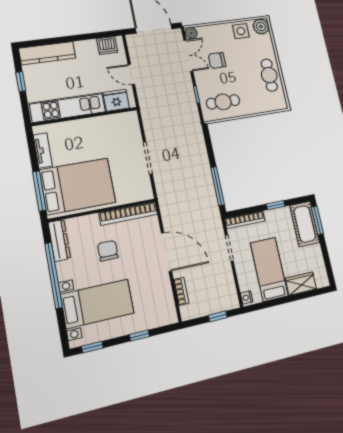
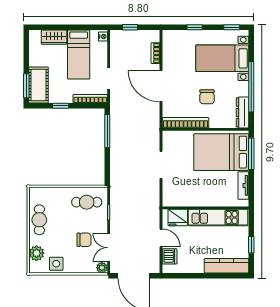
plant: (261, 26) -> (36, 253), moved
dishwasher: (107, 45) -> (170, 256), moved, turned 90

